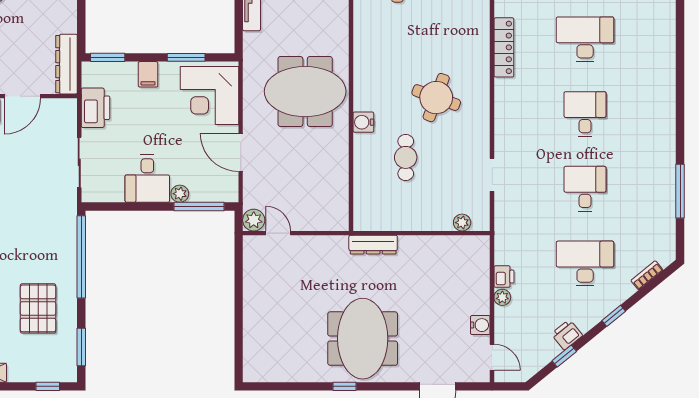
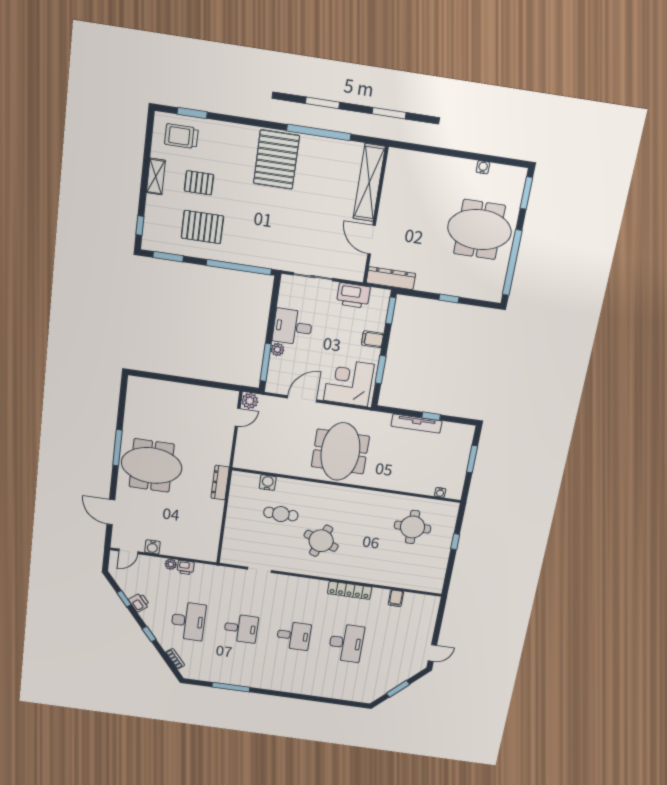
water cooler: (363, 122) -> (268, 483), moved
plant: (462, 223) -> (228, 545), removed
window: (345, 386) -> (117, 448), width x2.17

